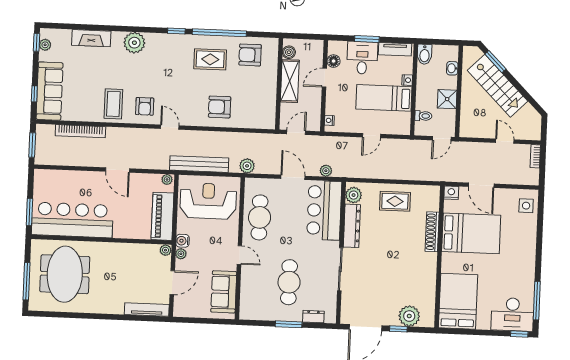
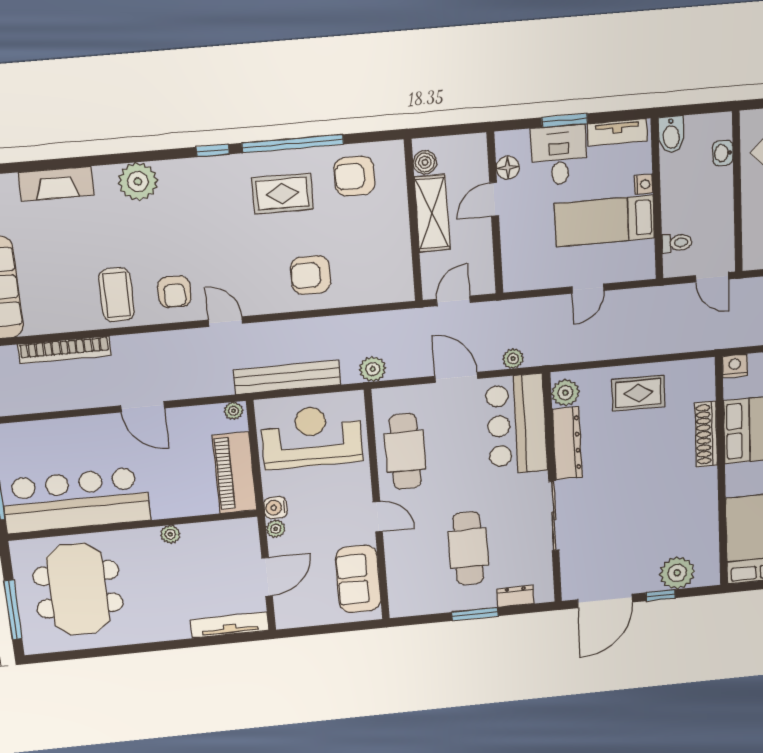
shower: (447, 99) -> (717, 208), removed
nightstand: (329, 120) -> (511, 272), removed
door: (442, 139) -> (712, 277), hinge flipped
plant: (165, 250) -> (170, 534), moved

